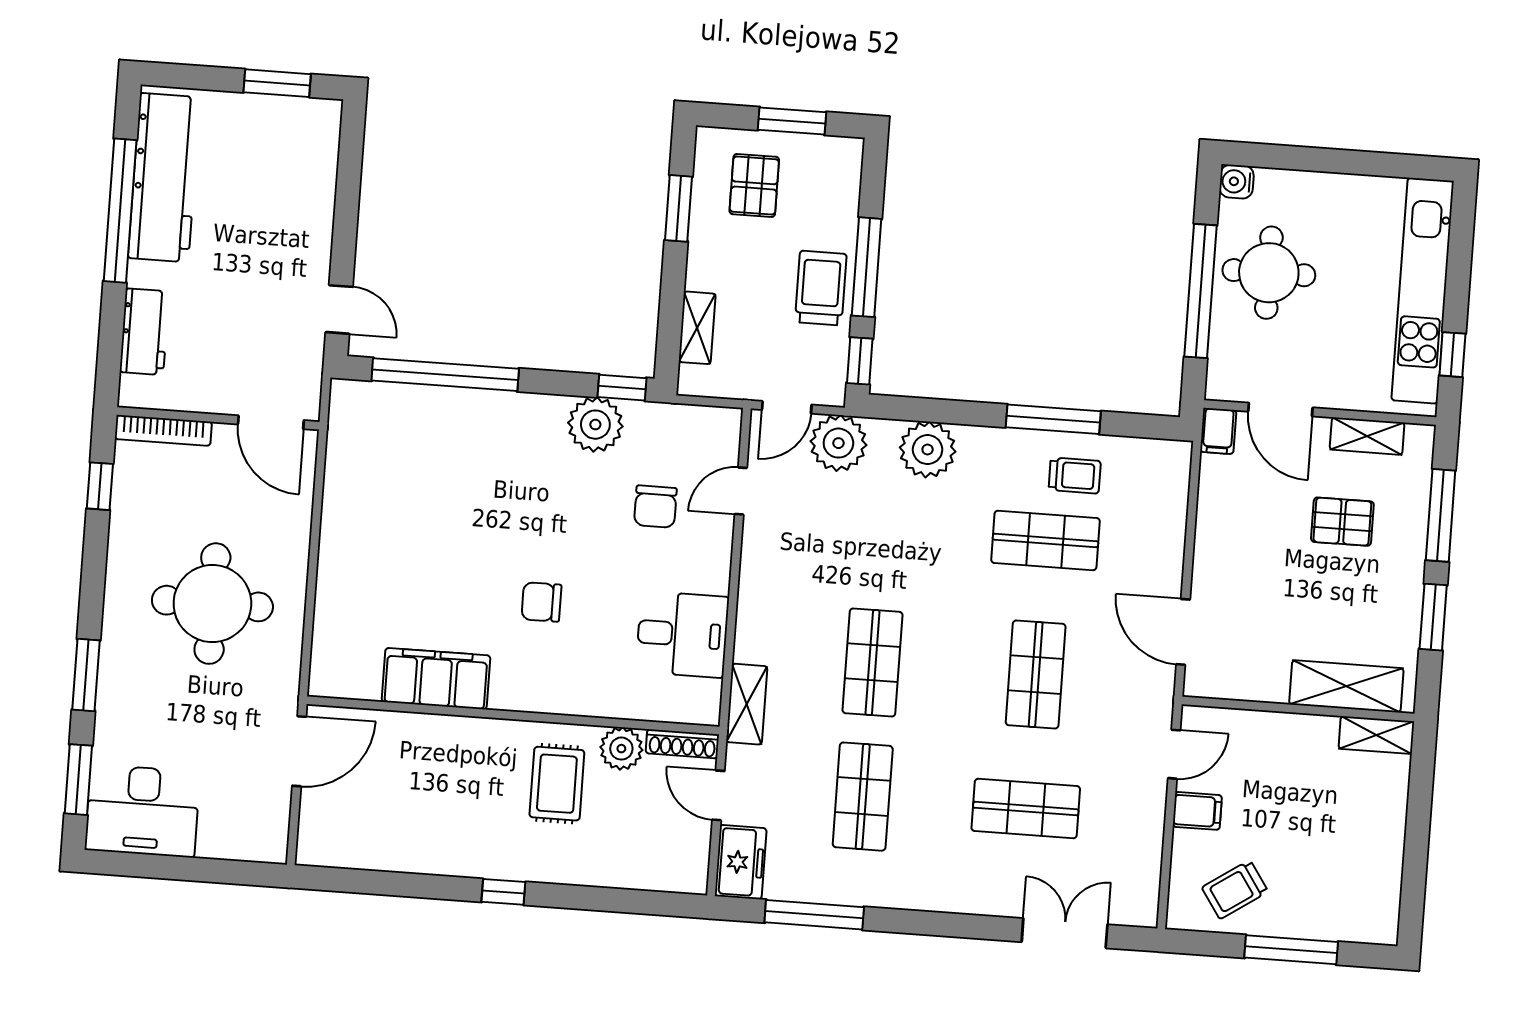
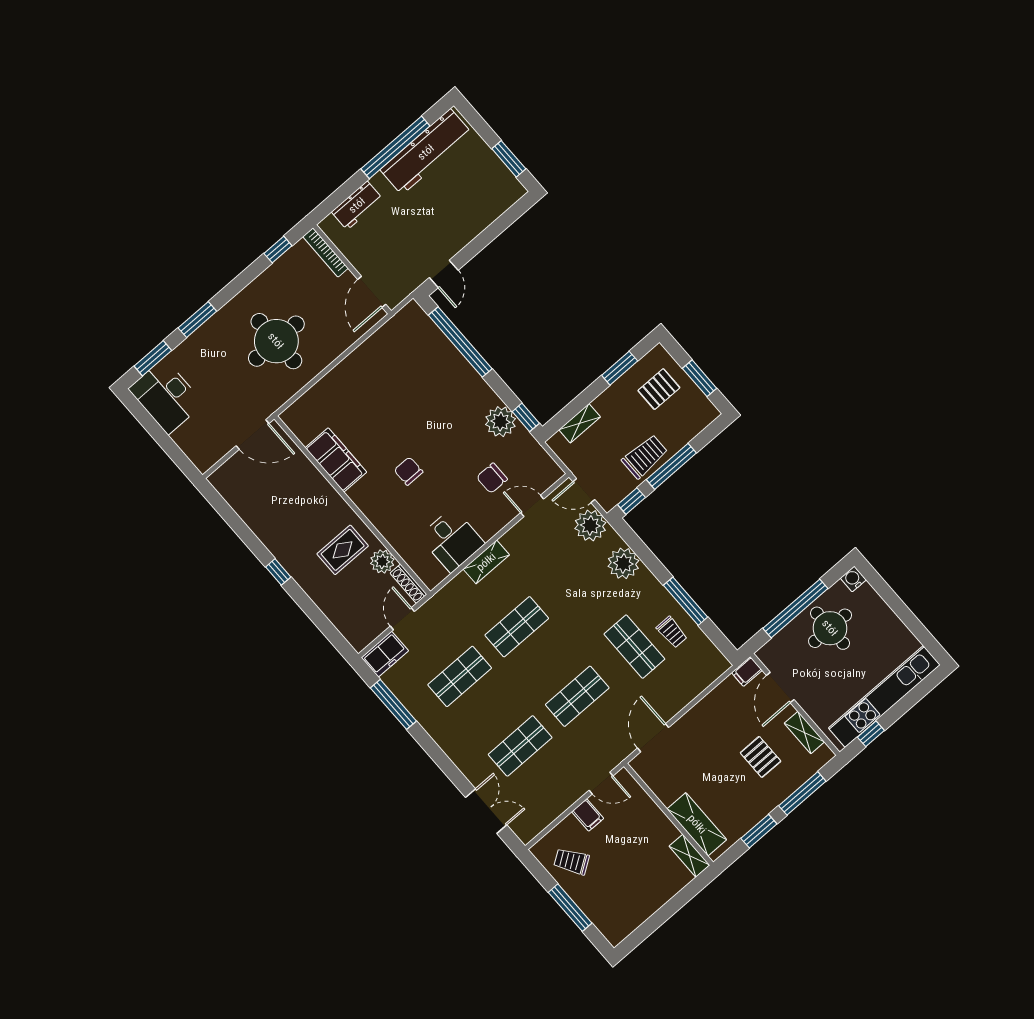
shelving: (747, 704) -> (486, 562), moved
shop shelf: (1026, 809) -> (520, 746), turned 90

